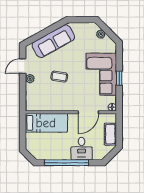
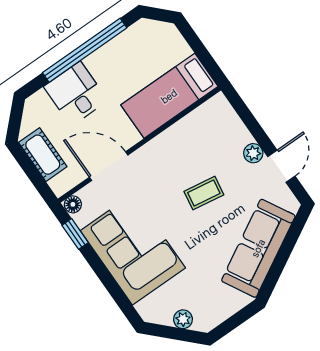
window: (119, 78) -> (75, 234), moved
door: (88, 112) -> (109, 166), hinge flipped

